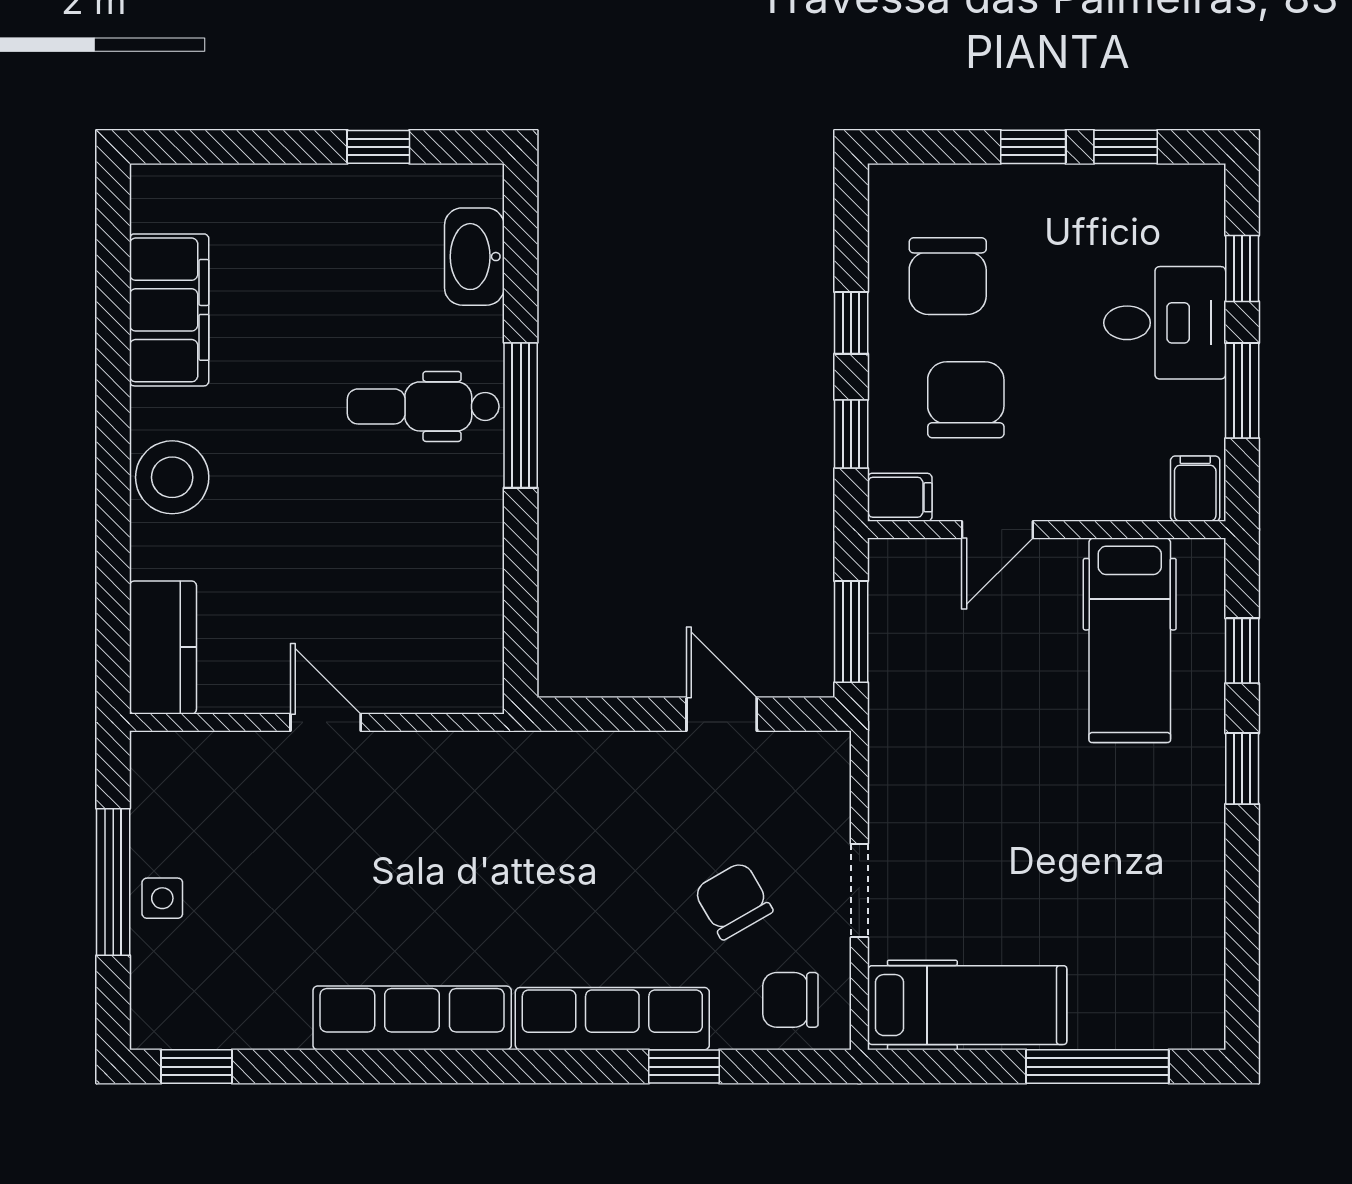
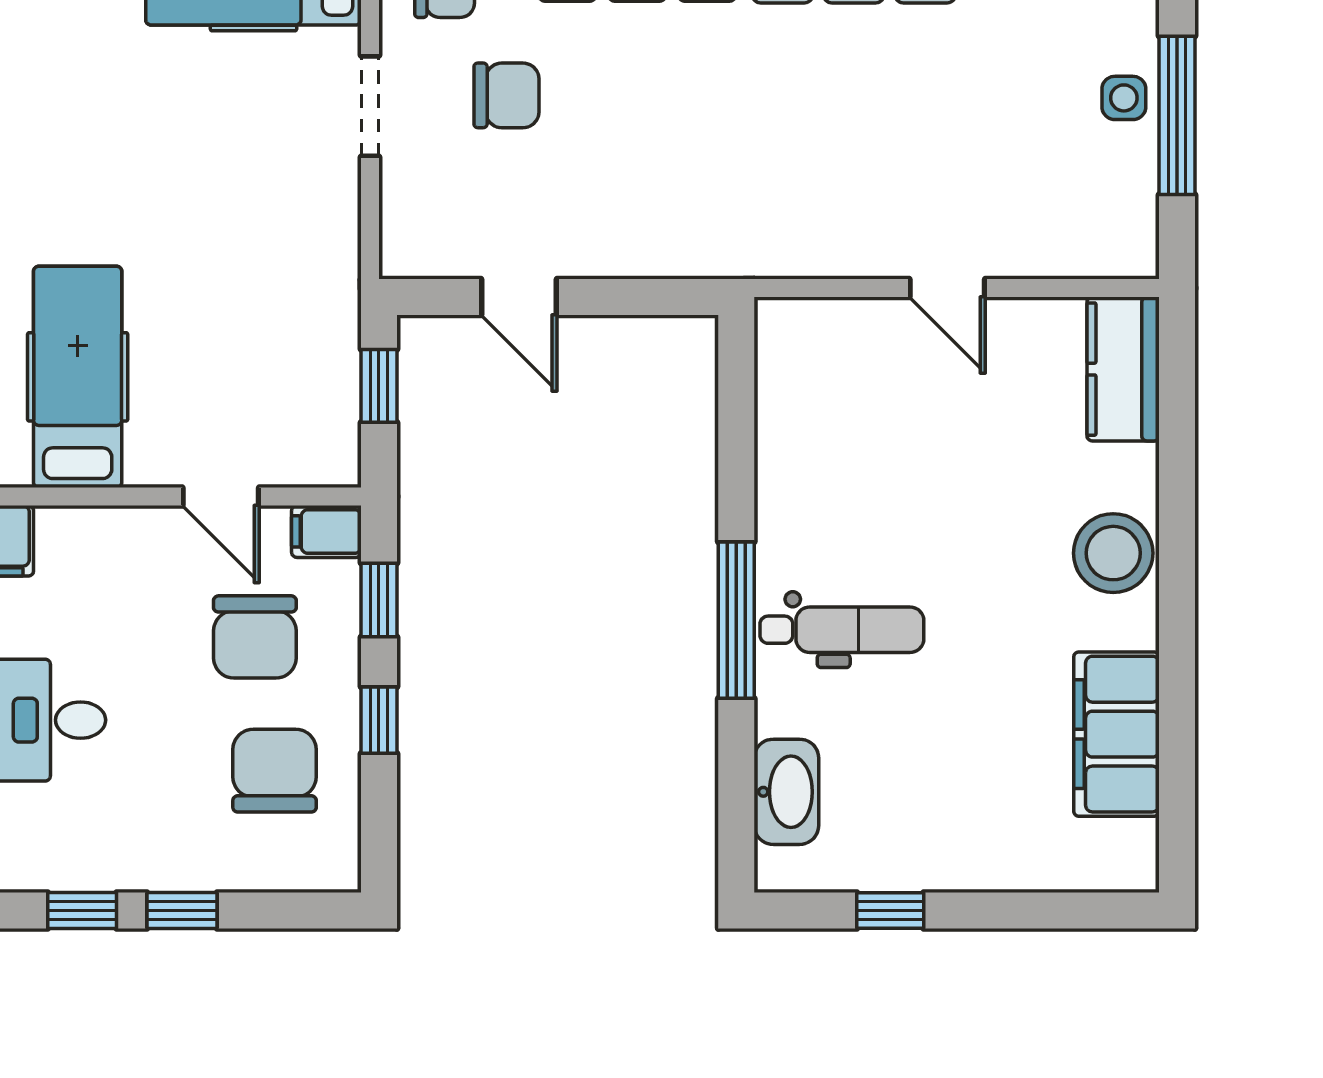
door: (997, 530) -> (221, 496), swing flipped
window: (851, 632) -> (379, 386), width x0.67
chair: (733, 900) -> (506, 95), turned -60

